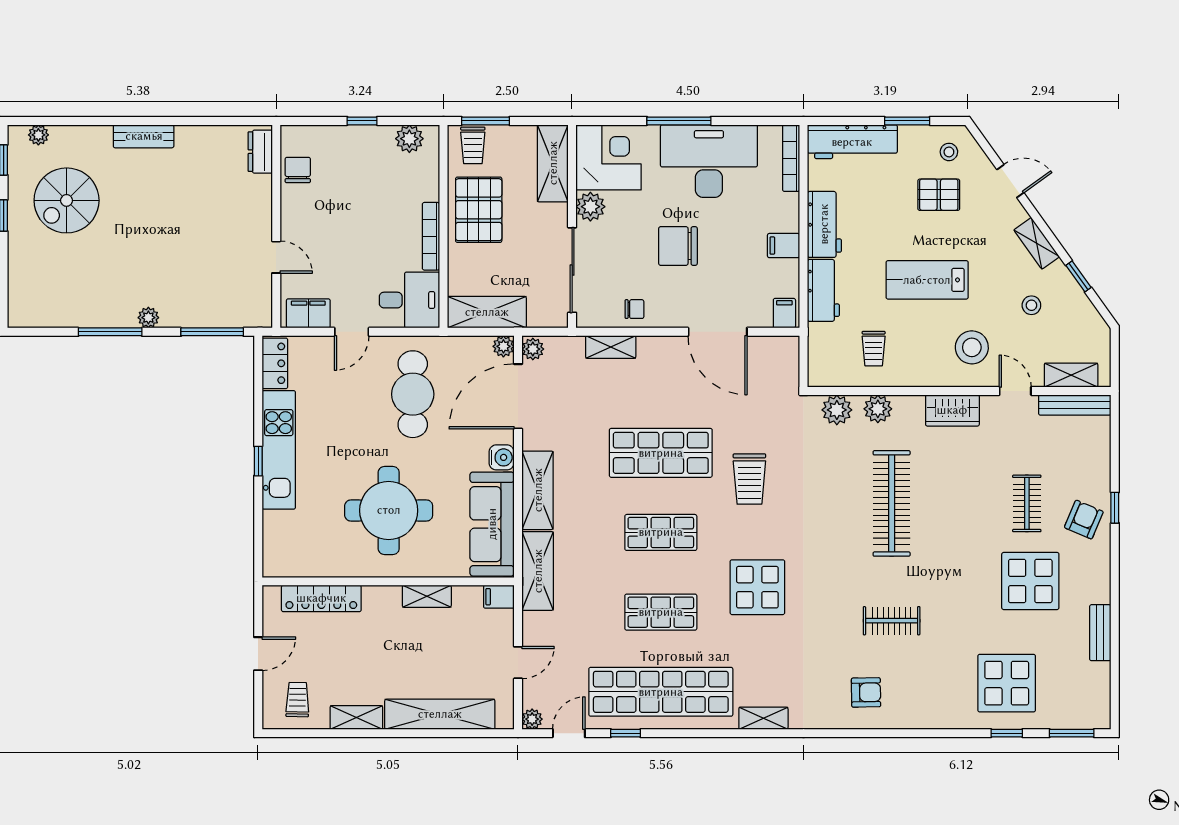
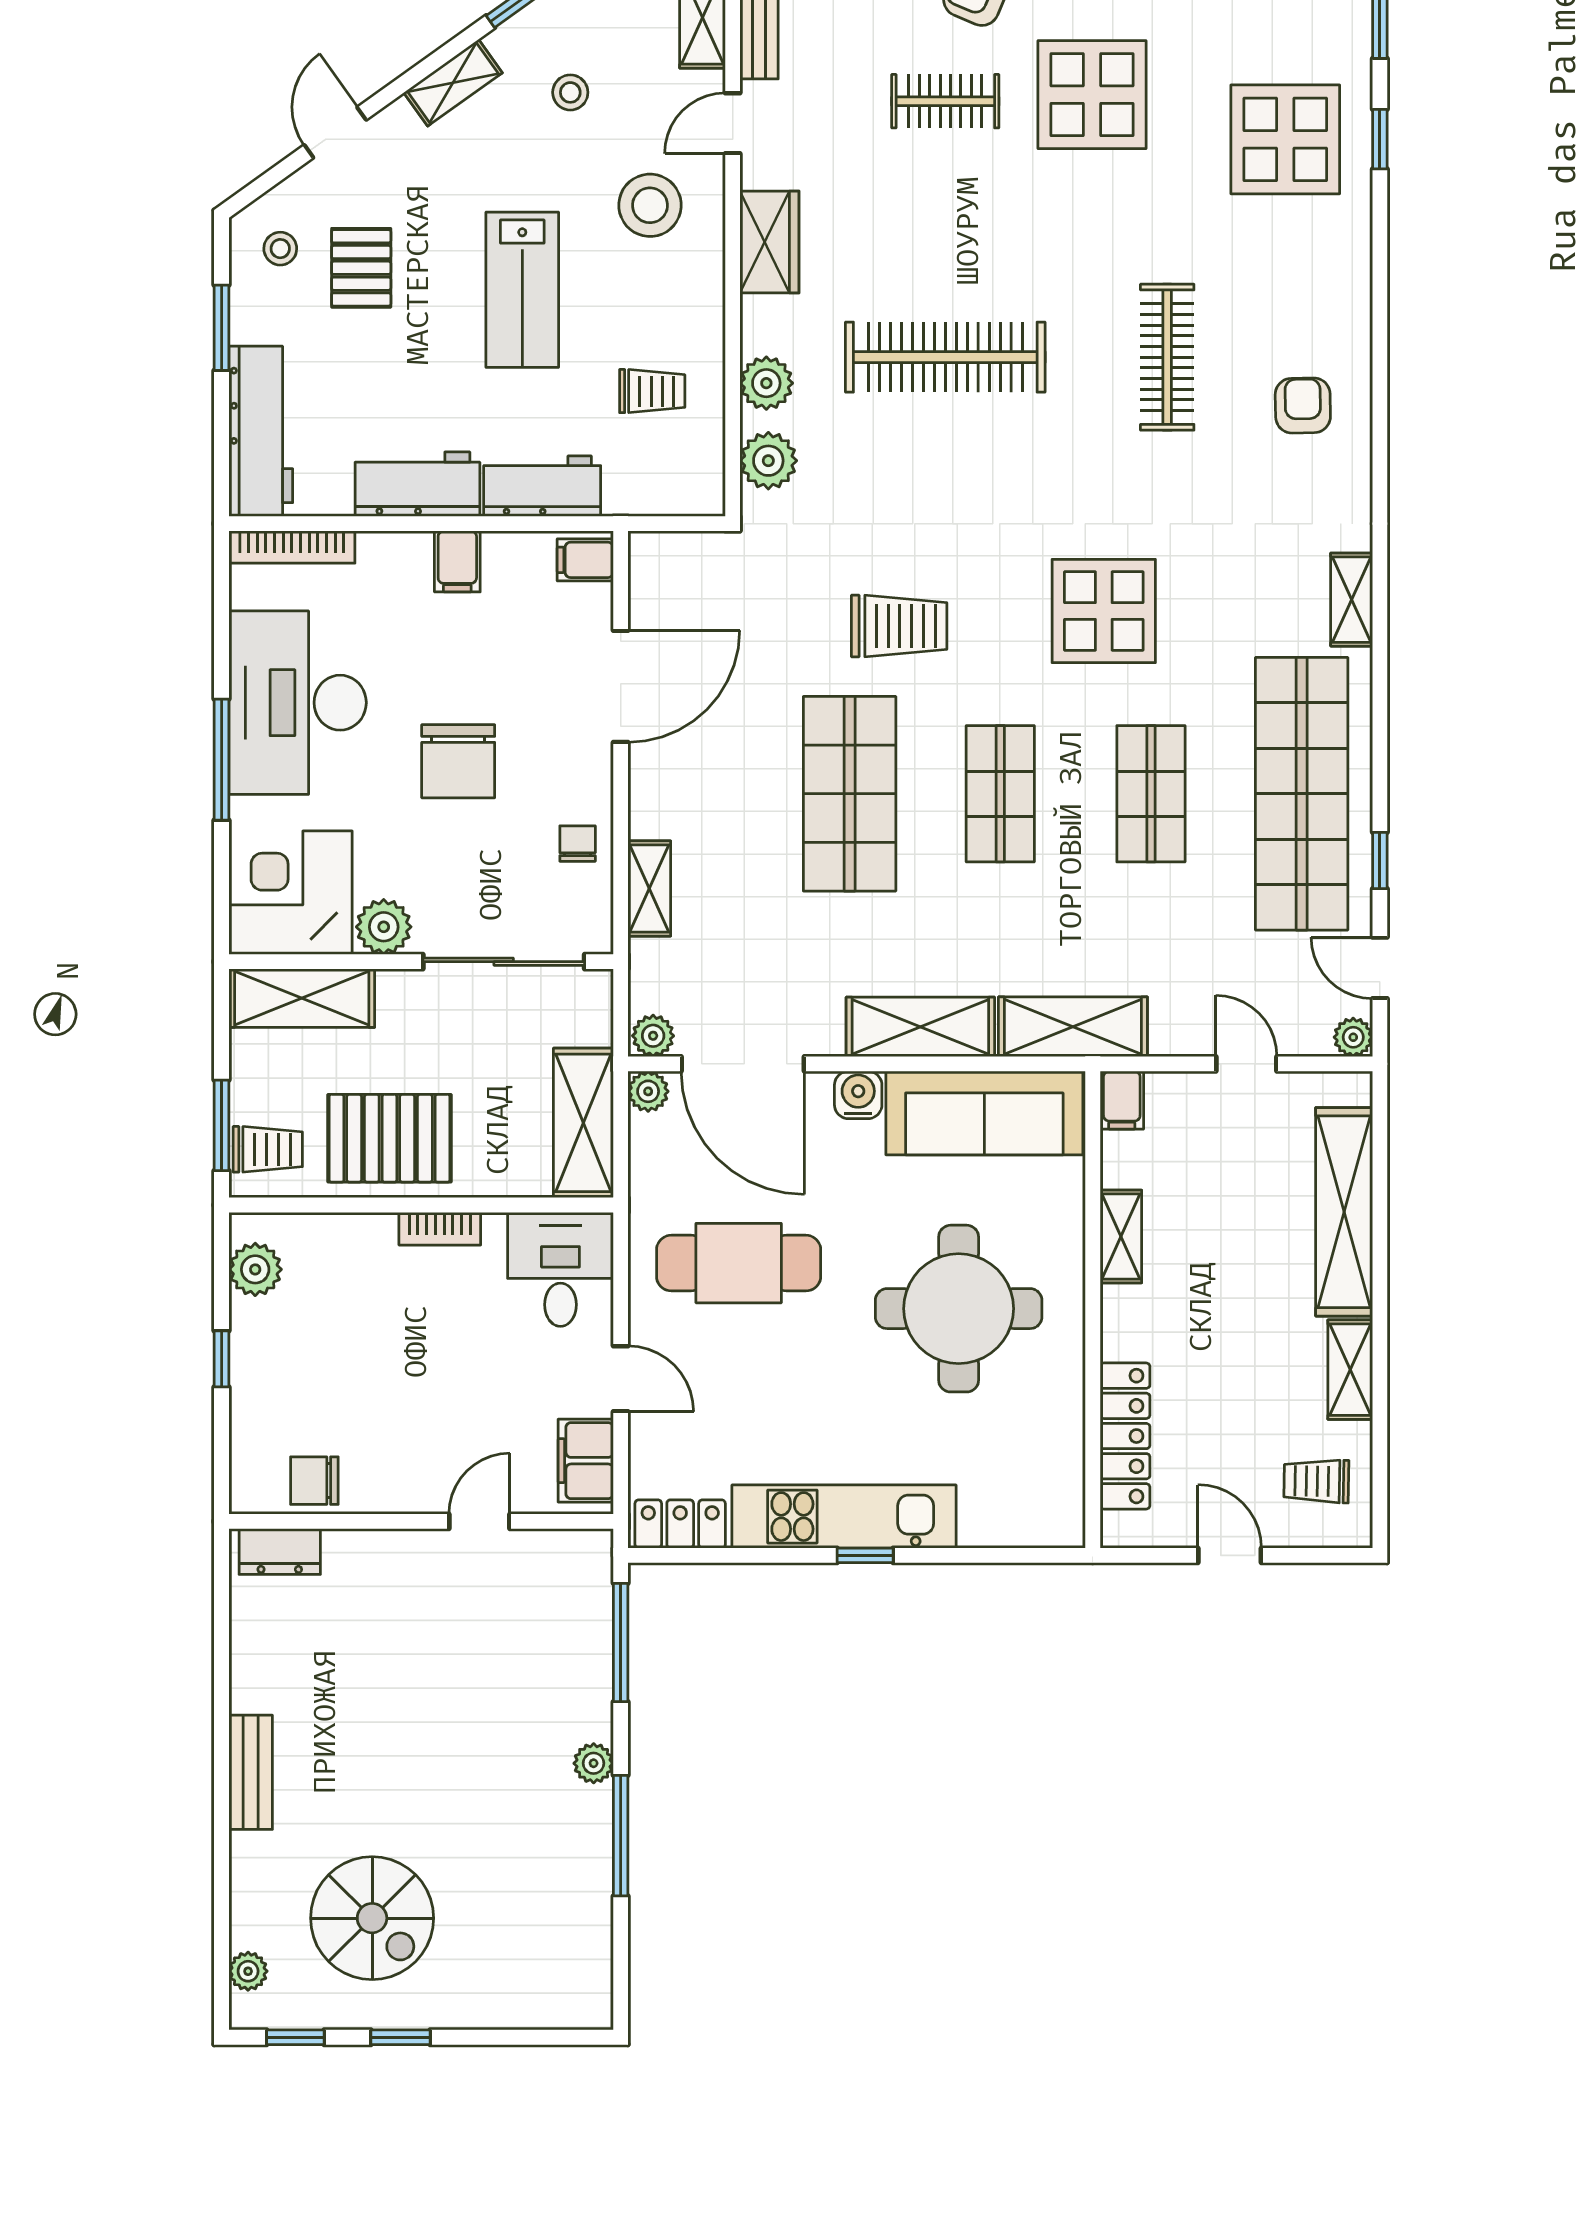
bookcase: (431, 236) -> (440, 1229), width x0.64
clothes rail: (892, 621) -> (1167, 357), width x1.36

